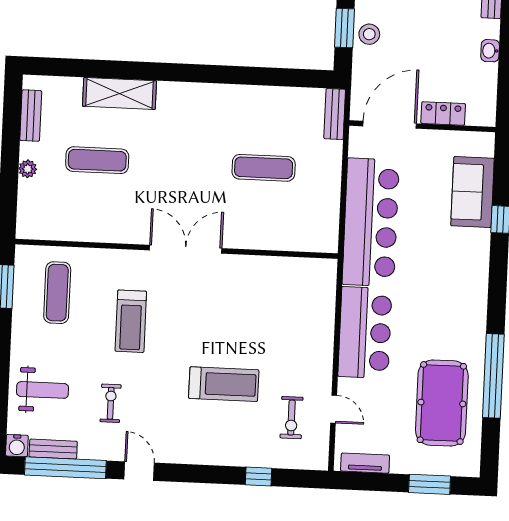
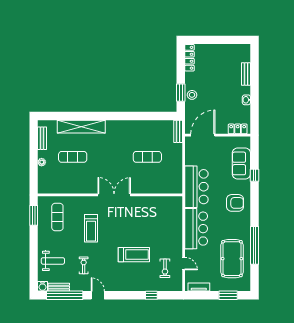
shelving: (120, 93) -> (81, 127), width x1.47
locker: (443, 113) -> (238, 129), moved
bar counter: (371, 222) -> (196, 187), width x0.73
armchair: (454, 279) -> (235, 203), added

